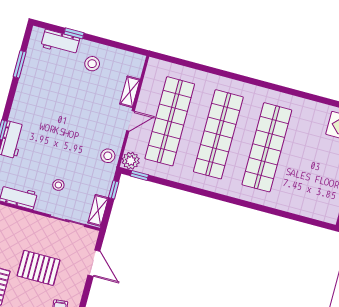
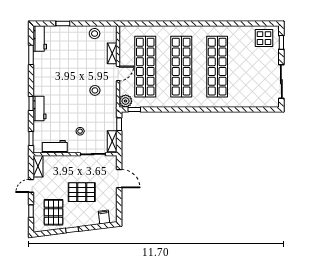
workbench: (60, 42) -> (40, 38), moved, turned -90
stool: (92, 64) -> (95, 34), moved
stool: (108, 156) -> (95, 90), moved

